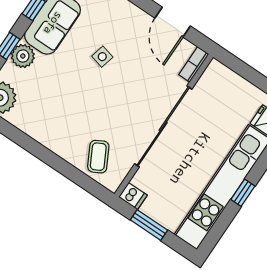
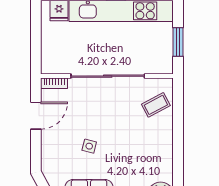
dishwasher: (133, 196) -> (166, 65), removed

